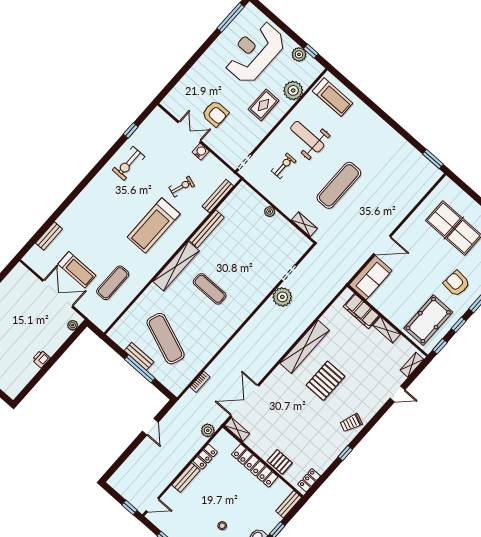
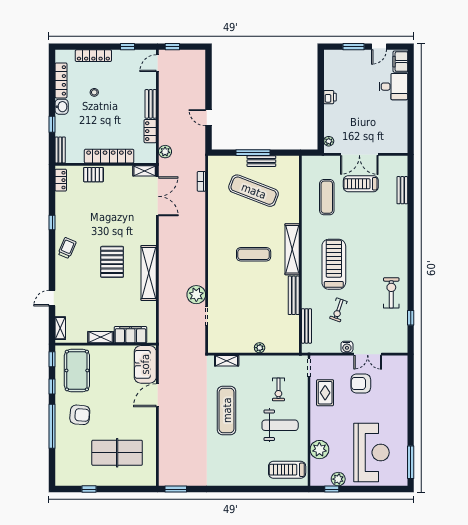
rug: (264, 105) -> (325, 393), moved

